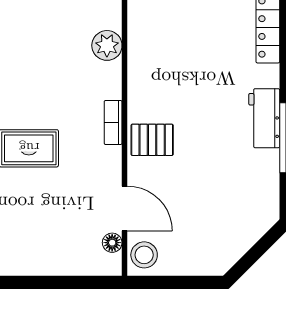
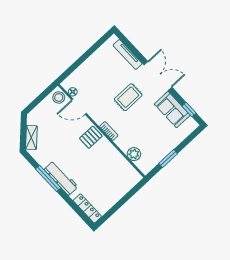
workbench: (264, 118) -> (61, 178), width x1.38
shelving: (251, 231) -> (31, 137), added

